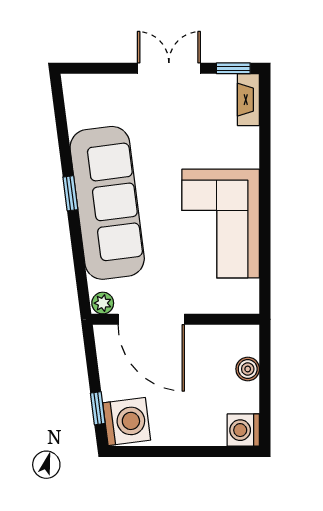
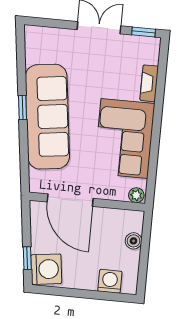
fireplace: (248, 100) -> (149, 83), moved
plant: (103, 303) -> (136, 195), moved
washing machine: (243, 430) -> (110, 281), moved, turned 90

